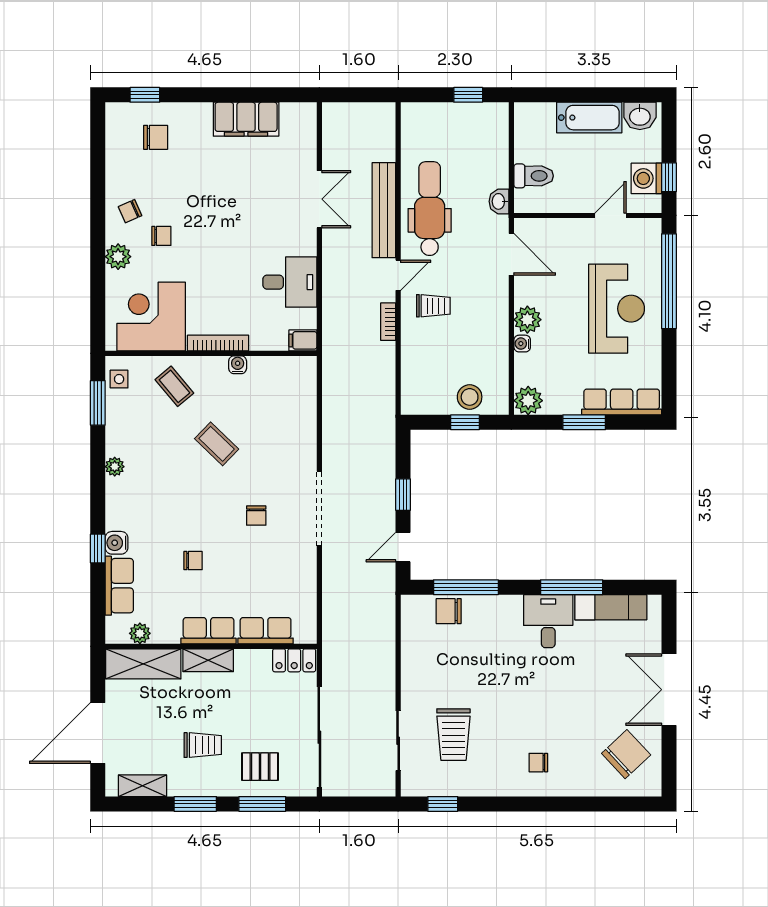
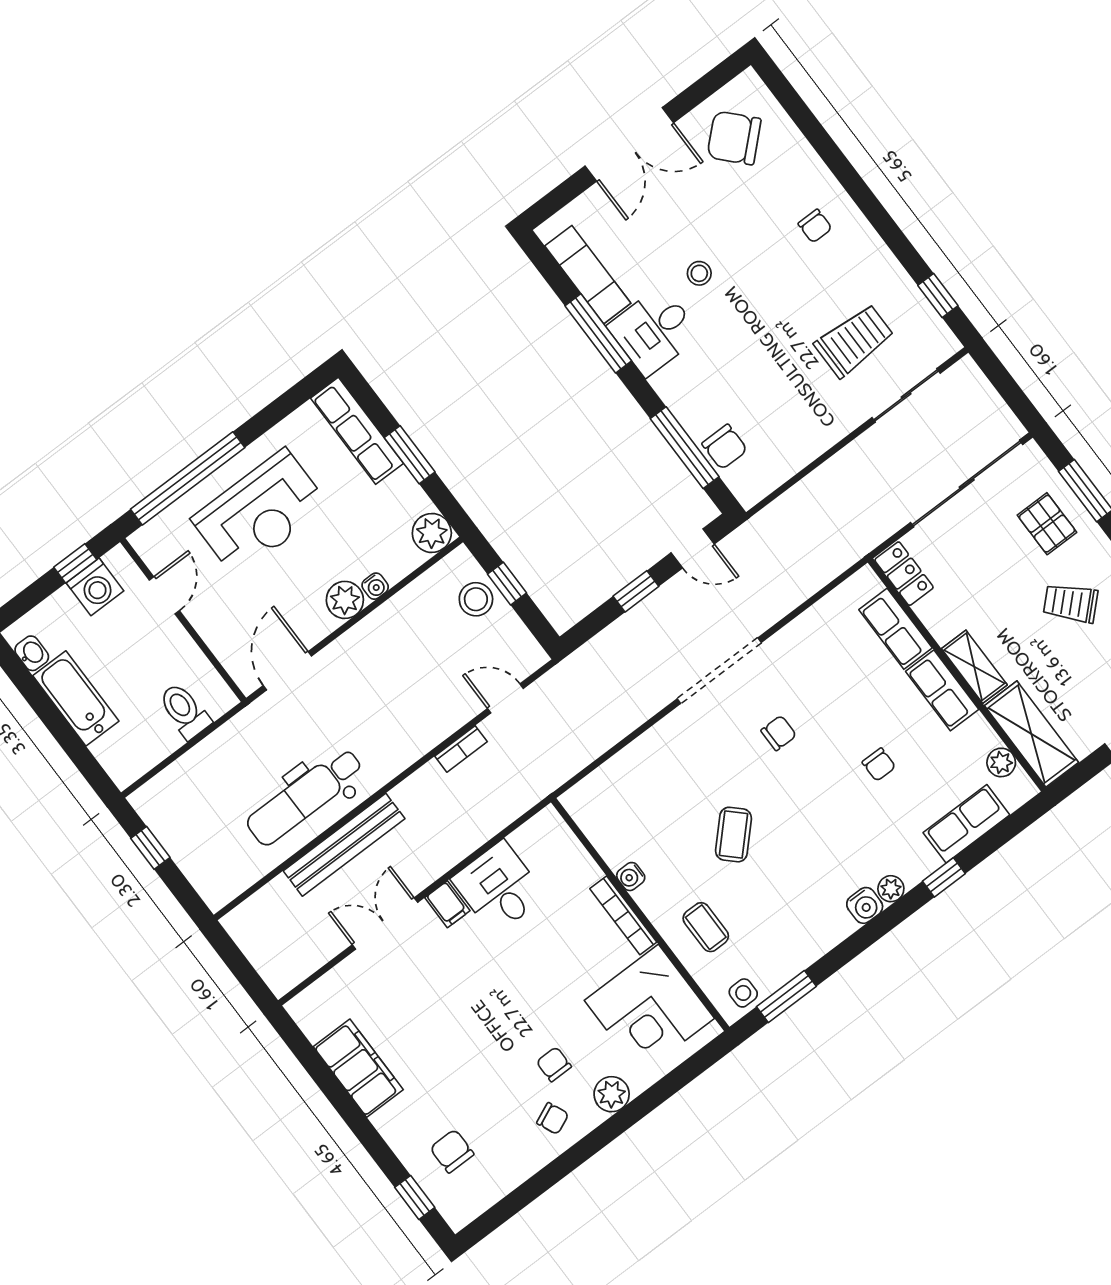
washbasin: (640, 116) -> (32, 653), width x0.72, depth x0.69
washbasin: (499, 201) -> (240, 727), removed
door: (610, 215) -> (164, 595), swing flipped
door: (398, 275) -> (505, 698), moved
trolley: (433, 306) -> (407, 713), removed
reception desk: (617, 309) -> (260, 513), turned 180
filing cabinet: (303, 340) -> (447, 904), moved
coffee table: (174, 386) -> (706, 927), turned -50
plant: (115, 467) -> (891, 889), moved
water cooler: (117, 543) -> (865, 905), moved
chair: (193, 561) -> (879, 765), turned 180
stool: (562, 673) -> (699, 273), added
trolley: (203, 745) -> (1071, 603), turned -44

